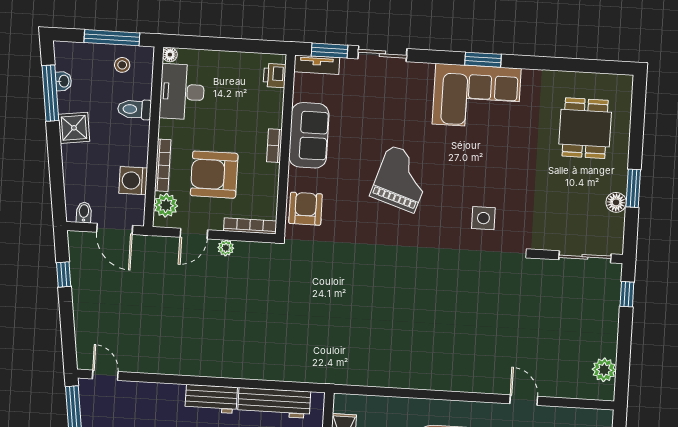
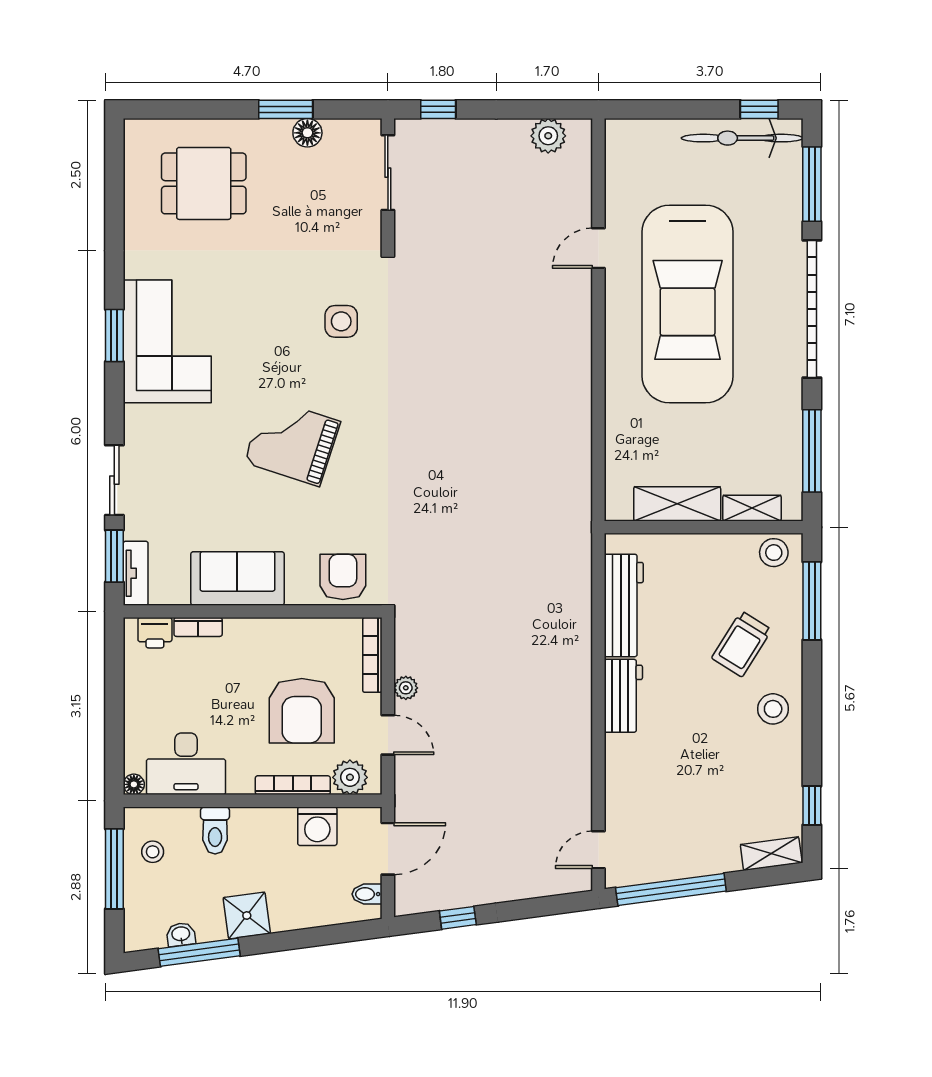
bookcase: (274, 146) -> (198, 627), moved
armchair: (306, 209) -> (343, 577), turned 90

